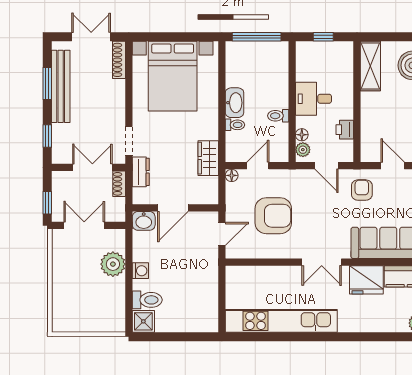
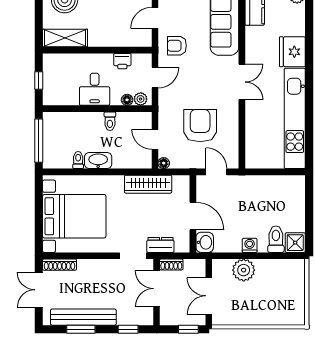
toilet: (235, 125) -> (78, 160), moved
wardrobe: (208, 158) -> (148, 184), width x1.50
fridge: (366, 280) -> (292, 52), moved, turned 180

